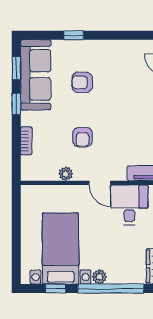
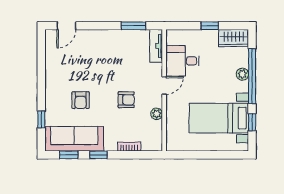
window: (74, 35) -> (41, 119), moved
plant: (99, 277) -> (242, 74), moved

